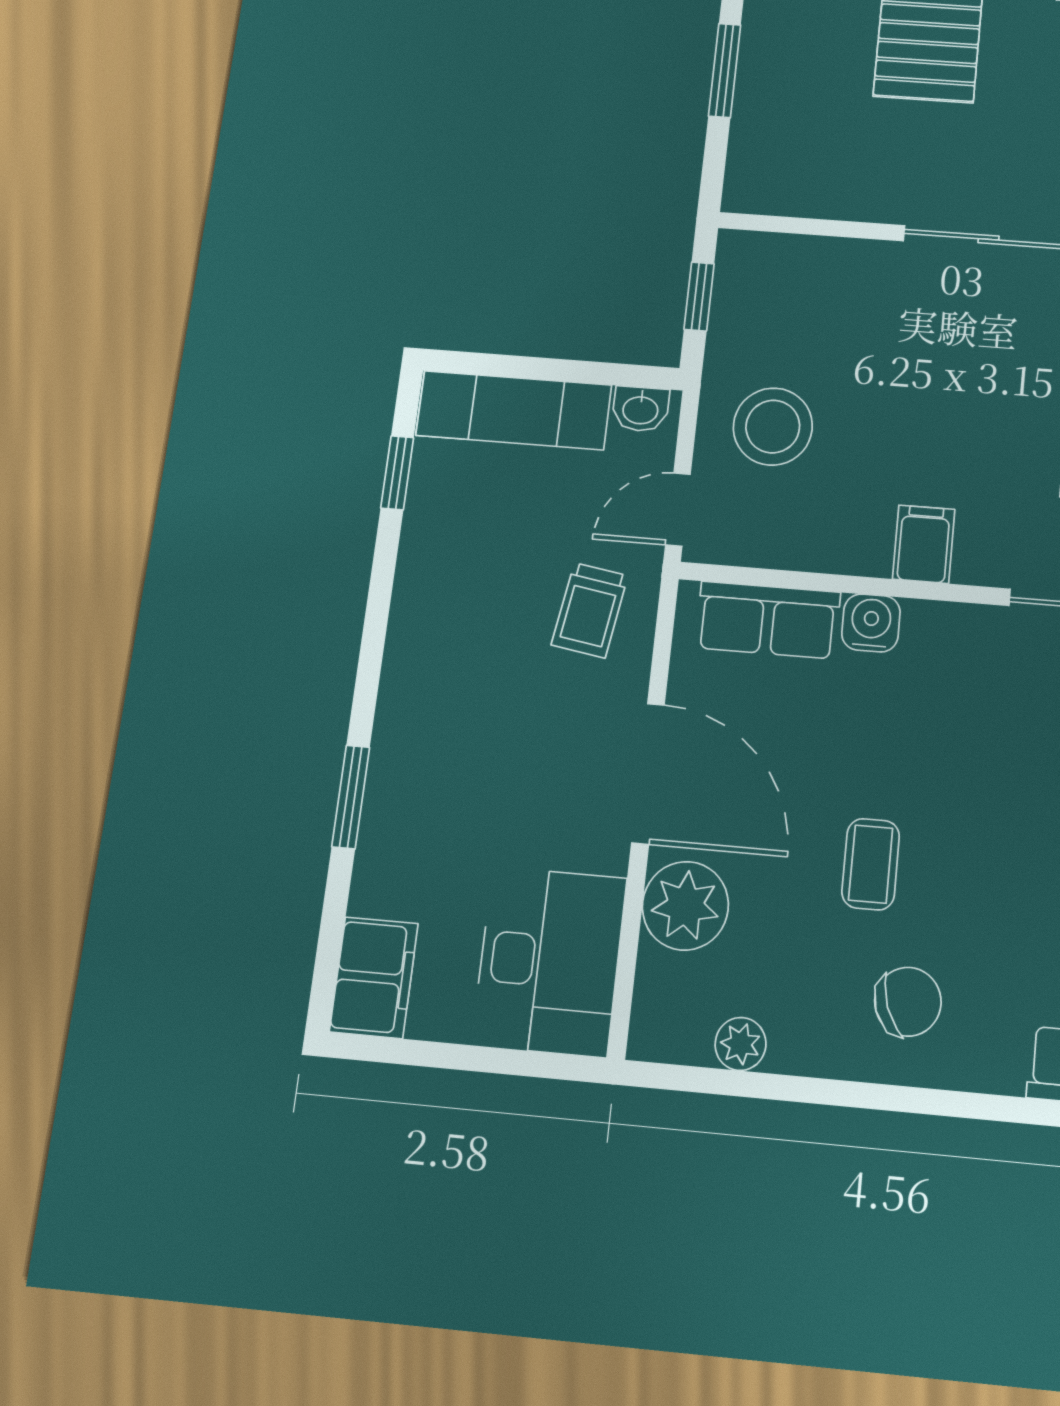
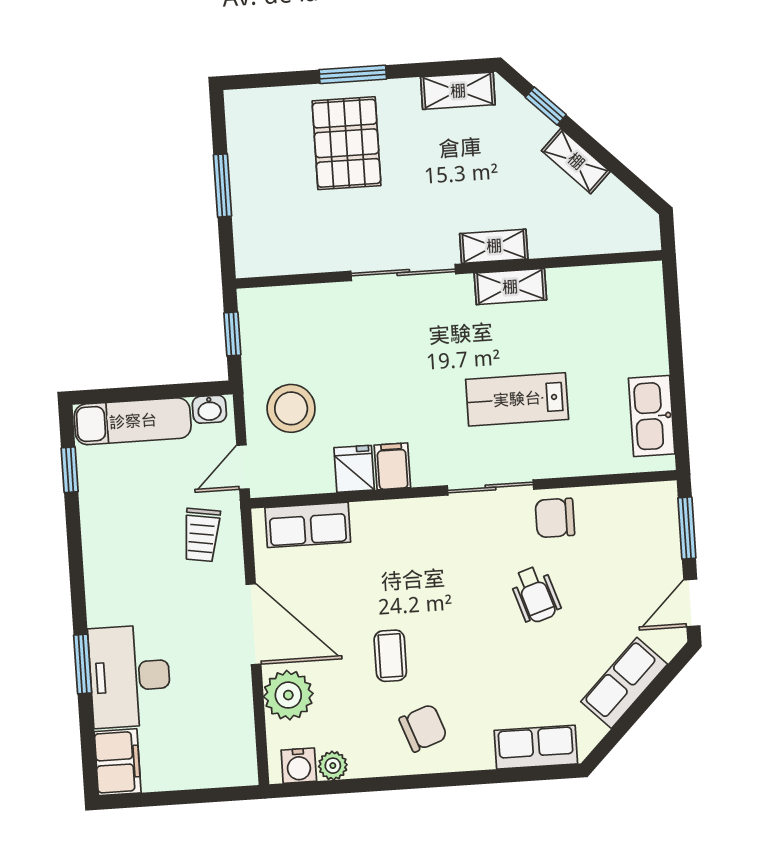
fridge: (860, 539) -> (354, 469), added
water cooler: (871, 623) -> (299, 766), moved, turned 180
desk: (549, 961) -> (130, 676), moved, turned 180

